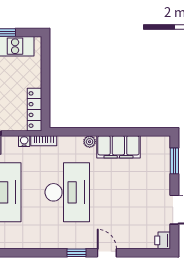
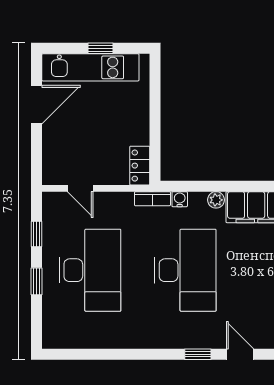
locker: (35, 110) -> (140, 166), width x0.66
water cooler: (24, 141) -> (180, 199), moved

